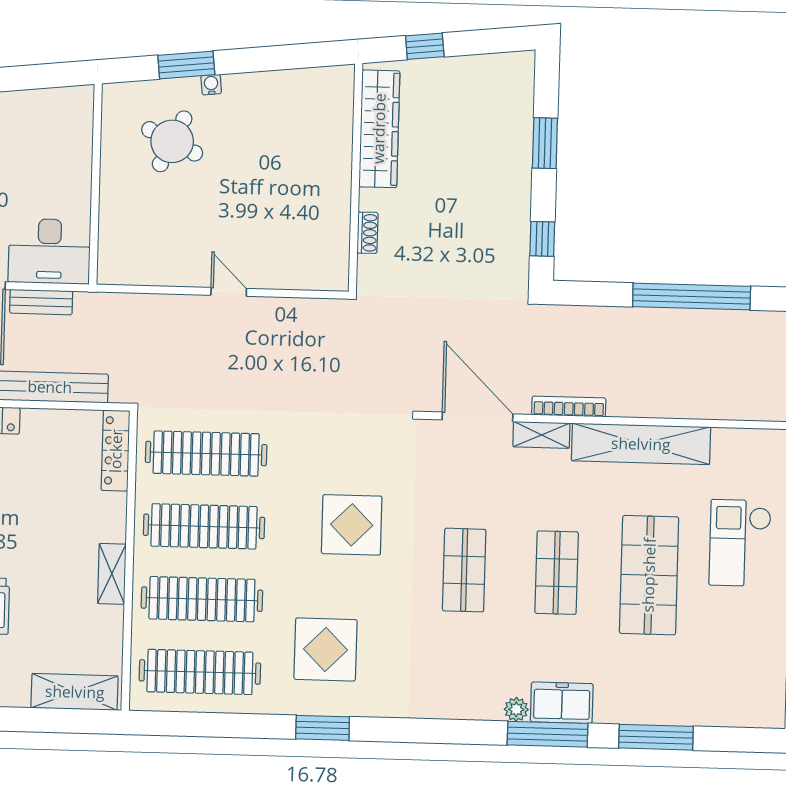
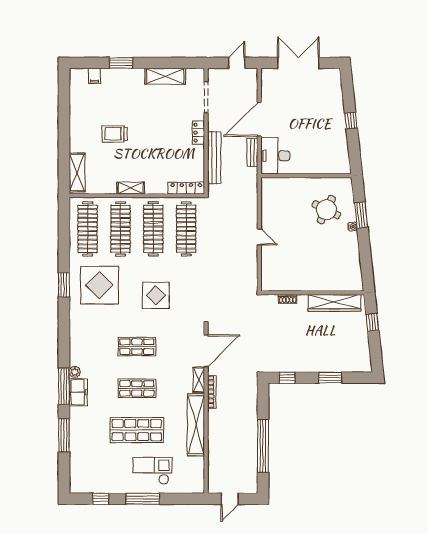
door: (229, 292) -> (259, 237), hinge flipped
display table: (325, 649) -> (99, 285), width x1.36, depth x1.36

